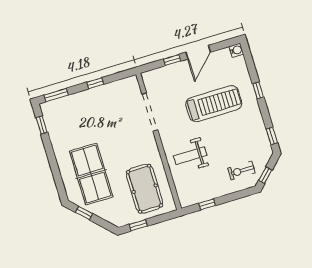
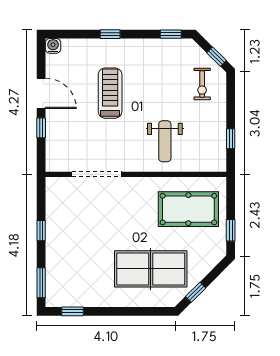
treadmill: (214, 104) -> (110, 93), width x0.73, depth x0.73

